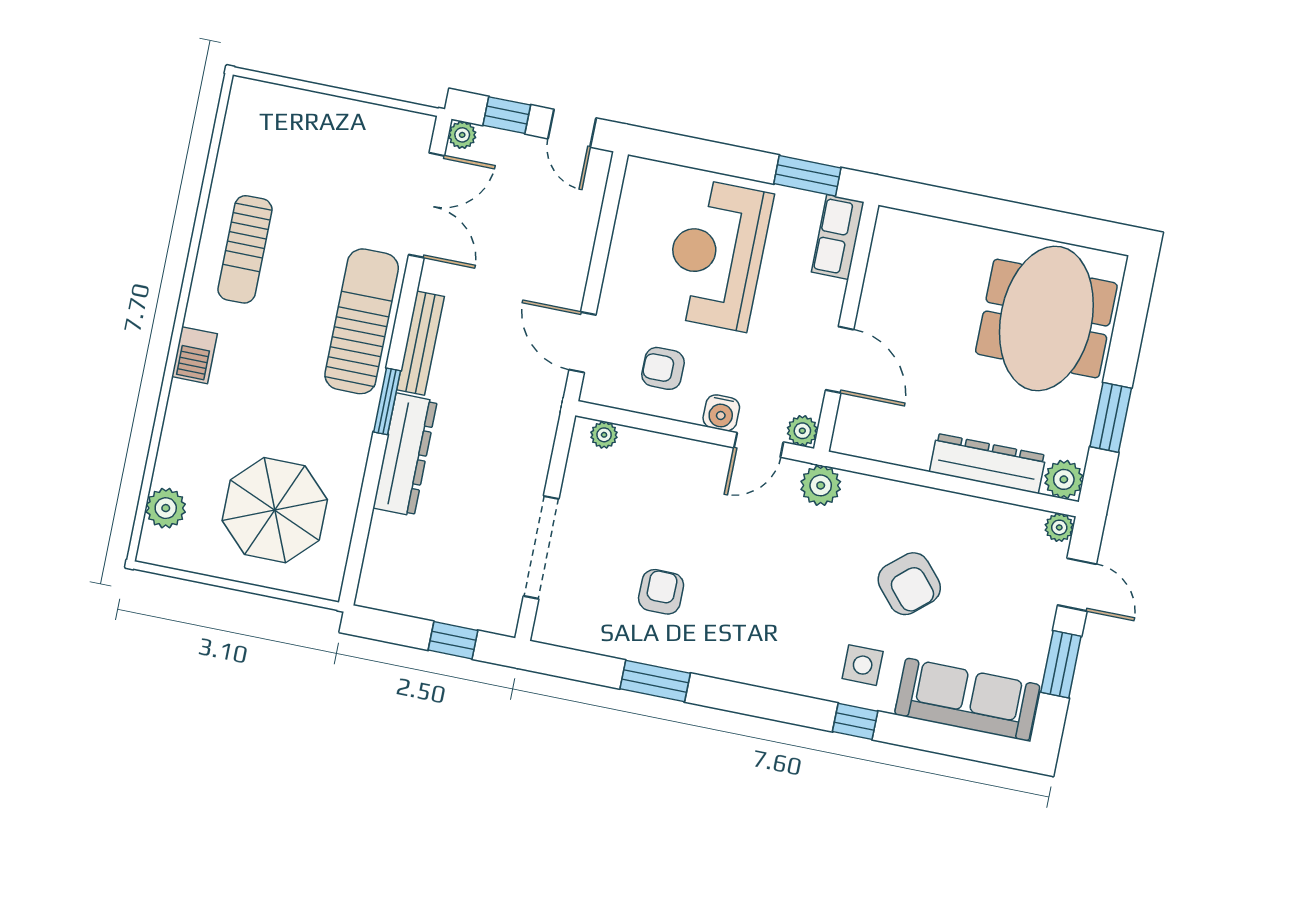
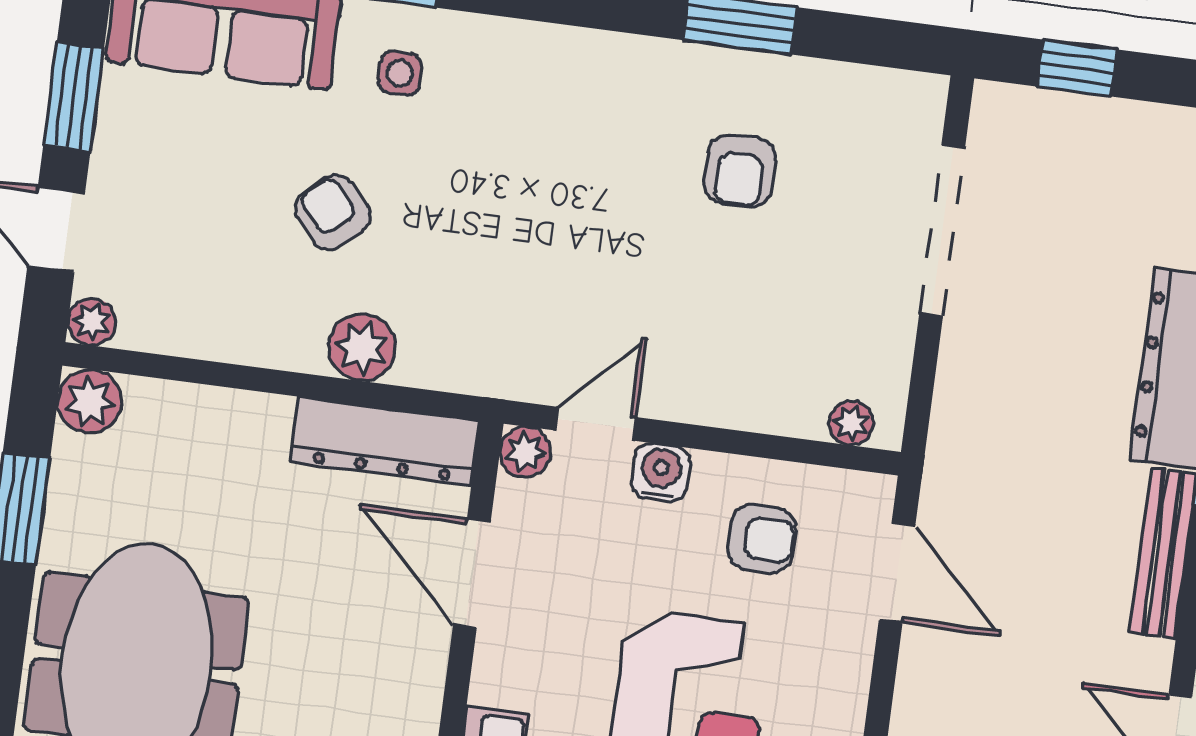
dresser: (988, 464) -> (385, 441), moved
plant: (821, 485) -> (362, 347), moved
armchair: (909, 584) -> (332, 212), width x0.72, depth x0.72
side table: (863, 665) -> (400, 73), width x0.73, depth x0.73

